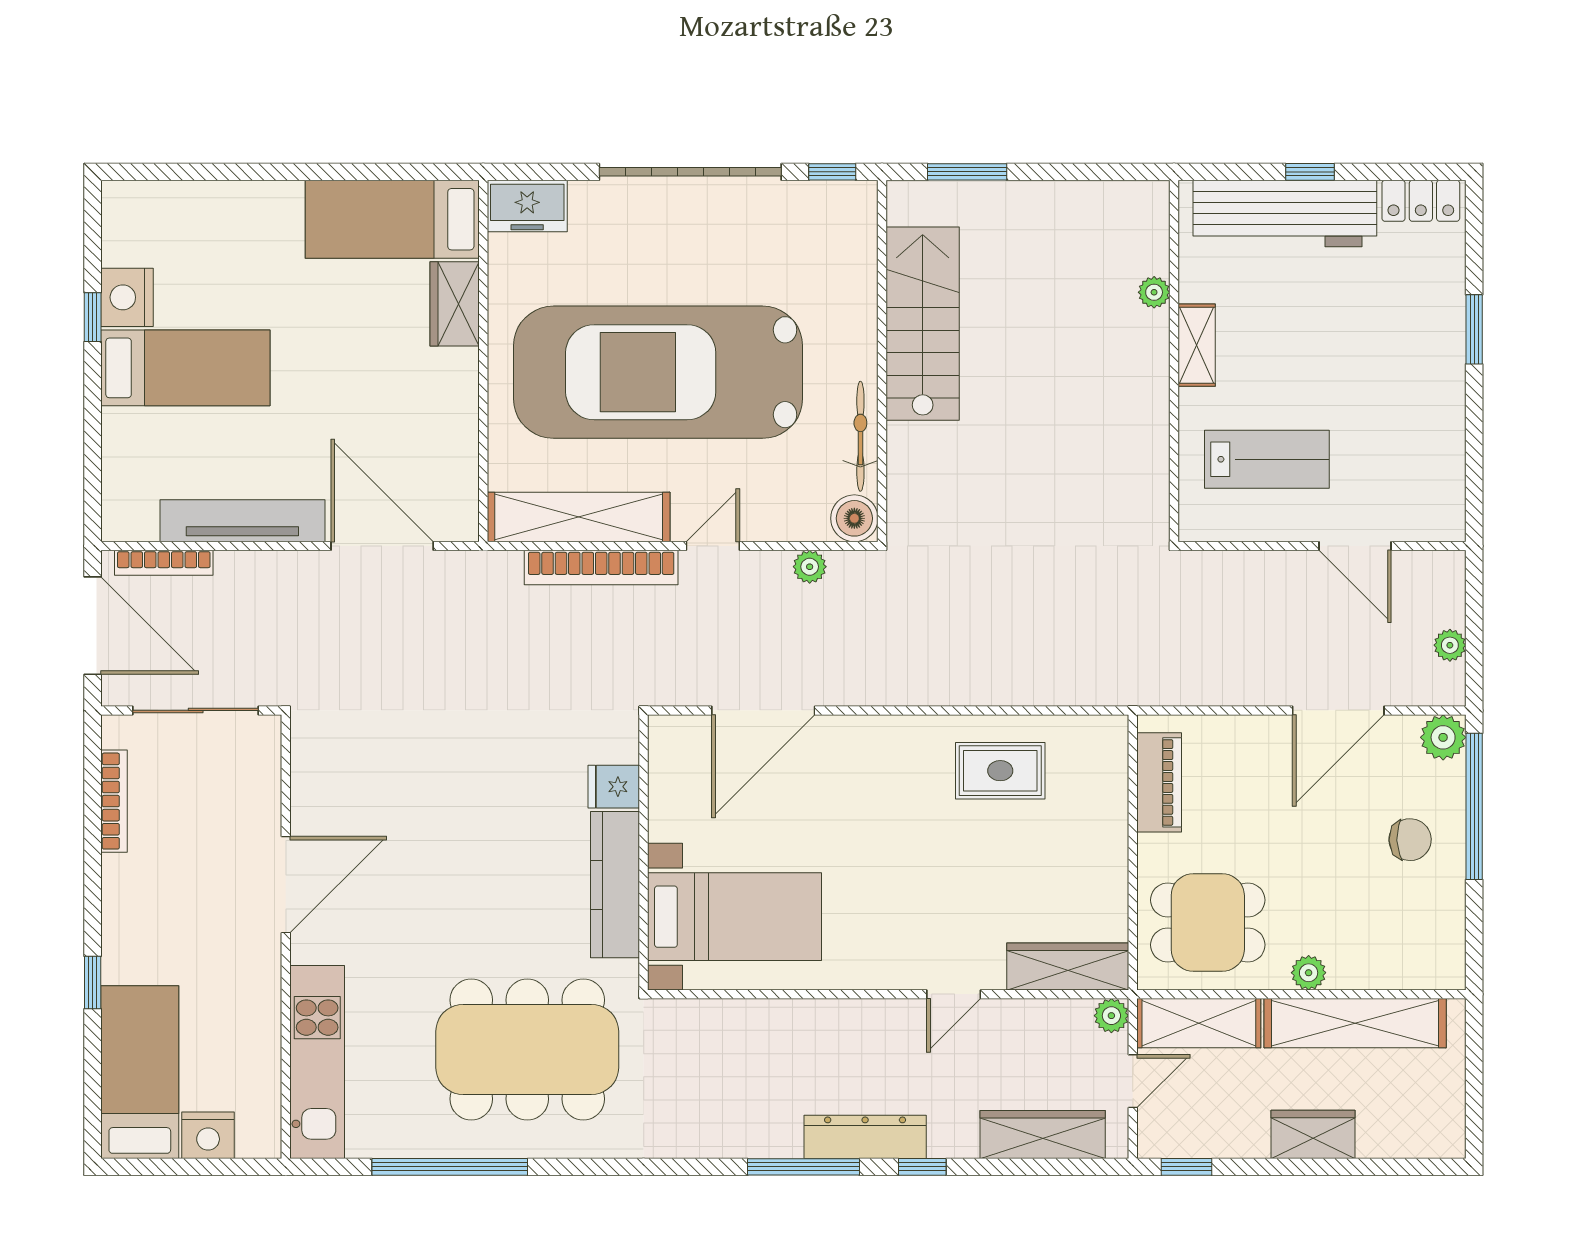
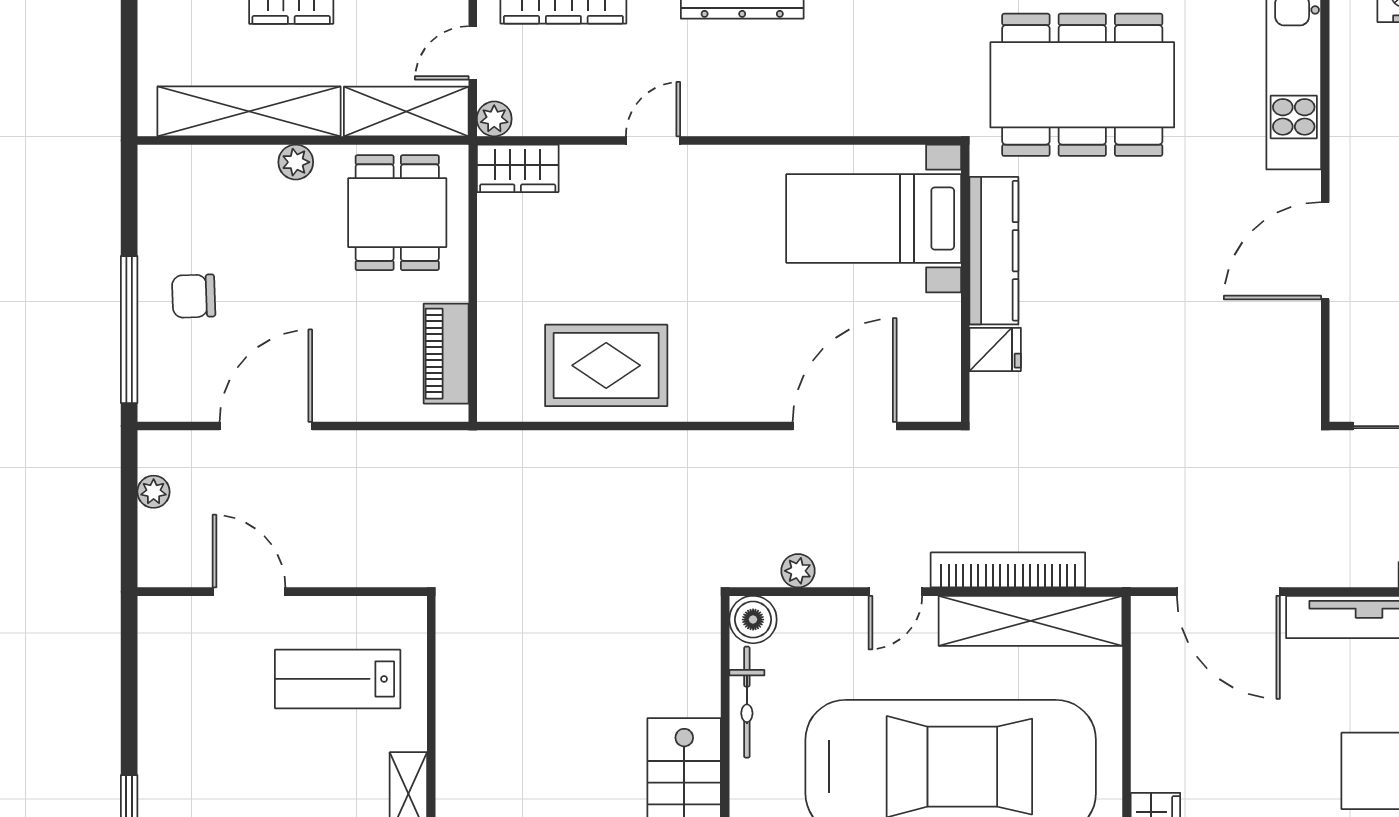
plant: (1443, 737) -> (160, 399), removed
rug: (1000, 771) -> (606, 365), width x1.36, depth x1.43
dining table: (1208, 922) -> (397, 213), turned 90
wardrobe: (1068, 967) -> (518, 168), width x0.67

